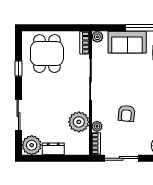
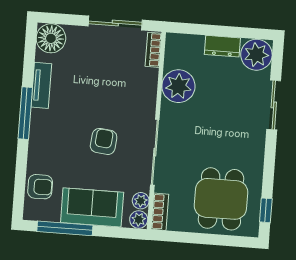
window: (18, 69) -> (266, 210), moved
armchair: (127, 113) -> (104, 141), moved
plant: (97, 126) -> (141, 201), moved

